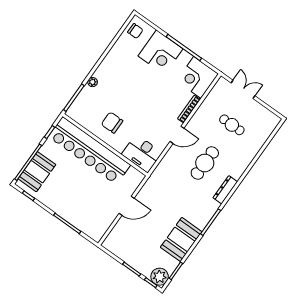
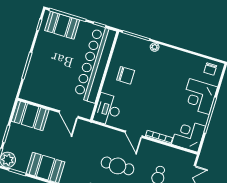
chair: (112, 123) -> (126, 75), turned 90
door: (127, 206) -> (69, 114), moved
booth: (121, 237) -> (30, 116), added

